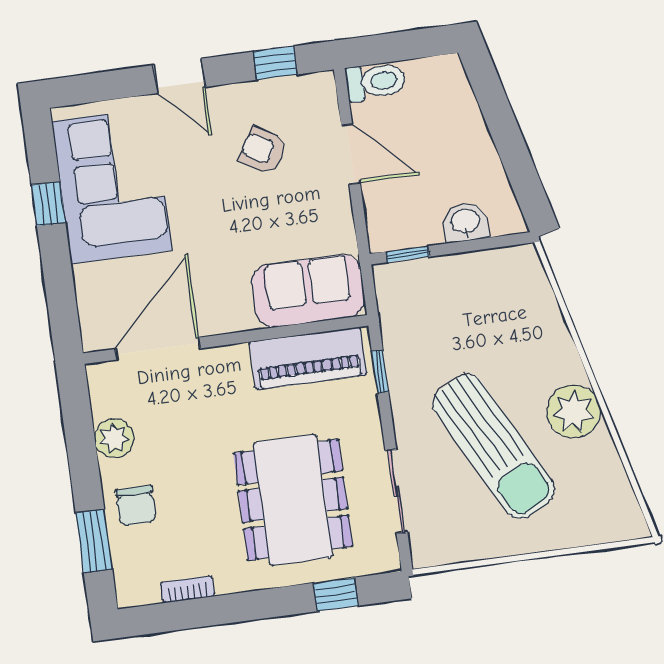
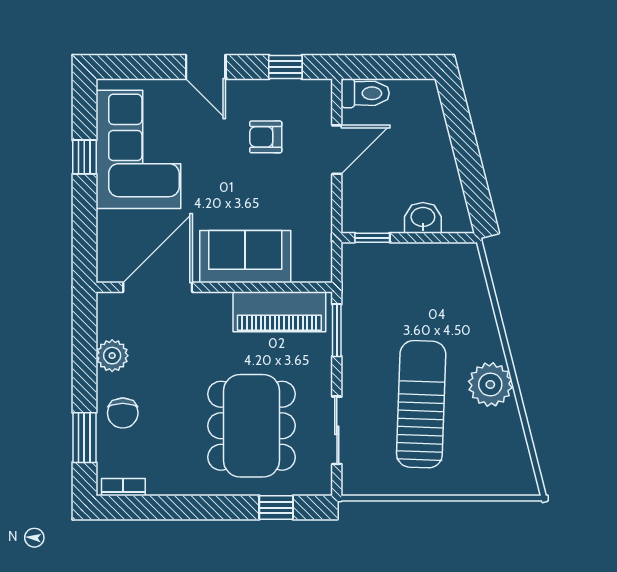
armchair: (263, 150) -> (266, 137), turned -30
door: (351, 154) -> (337, 150), hinge flipped
sofa: (308, 291) -> (245, 257), moved
window: (380, 371) -> (337, 330), width x1.50
sun lounger: (494, 446) -> (421, 404), turned -150
bookcase: (188, 589) -> (123, 487), moved

